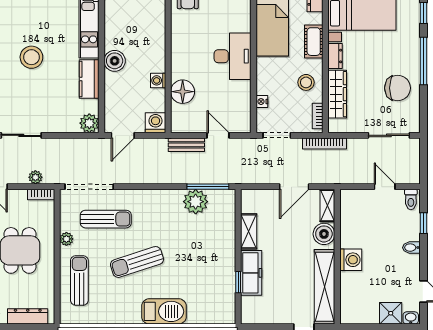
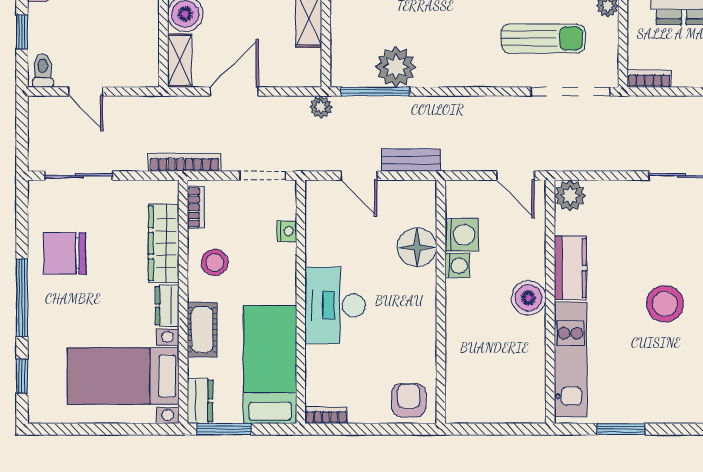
washing machine: (156, 123) -> (461, 235), moved, turned -90
door: (123, 135) -> (515, 176), swing flipped
plant: (35, 177) -> (321, 107), moved
sun lounger: (106, 219) -> (543, 38), turned 180

